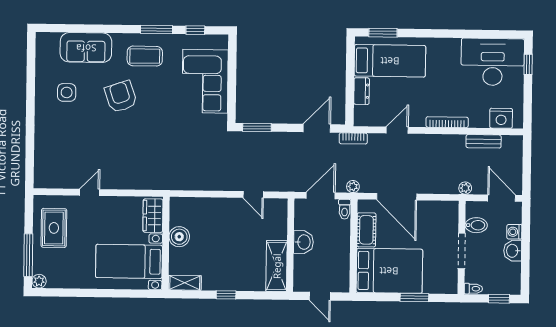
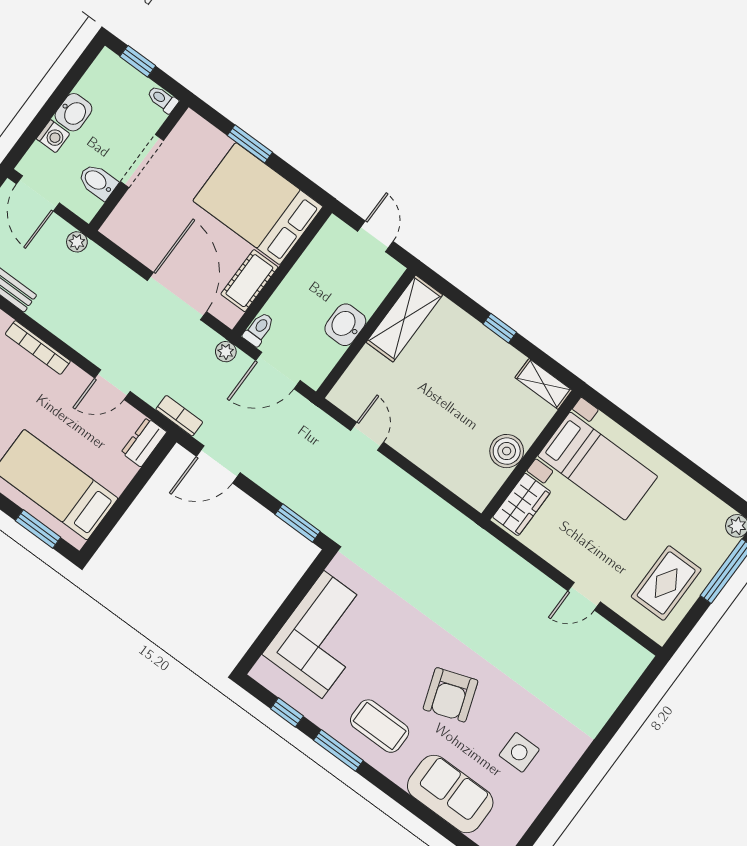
dresser: (362, 91) -> (144, 442), moved

